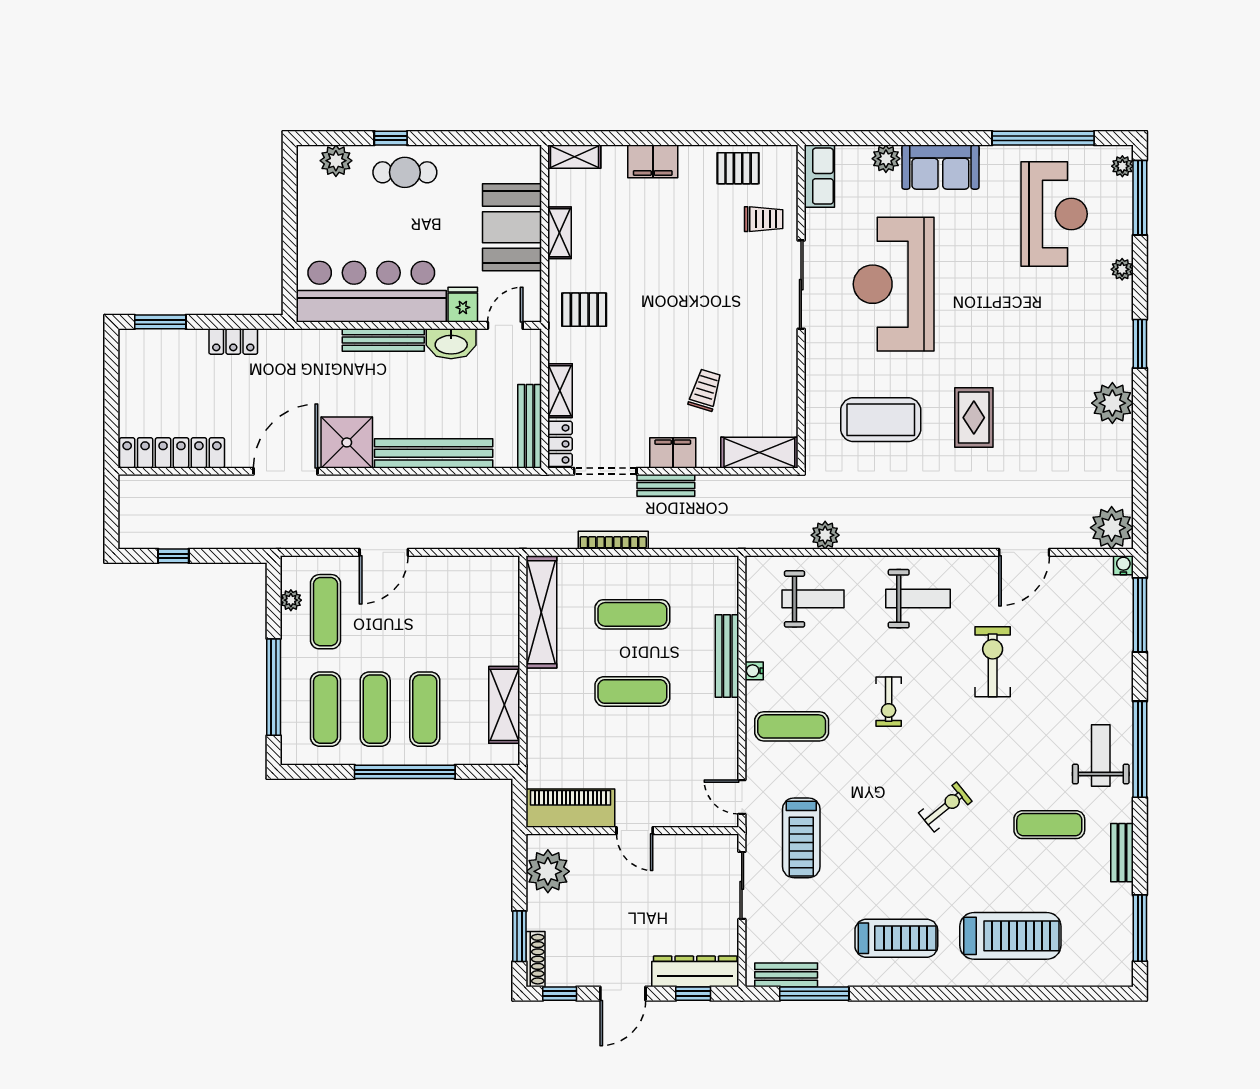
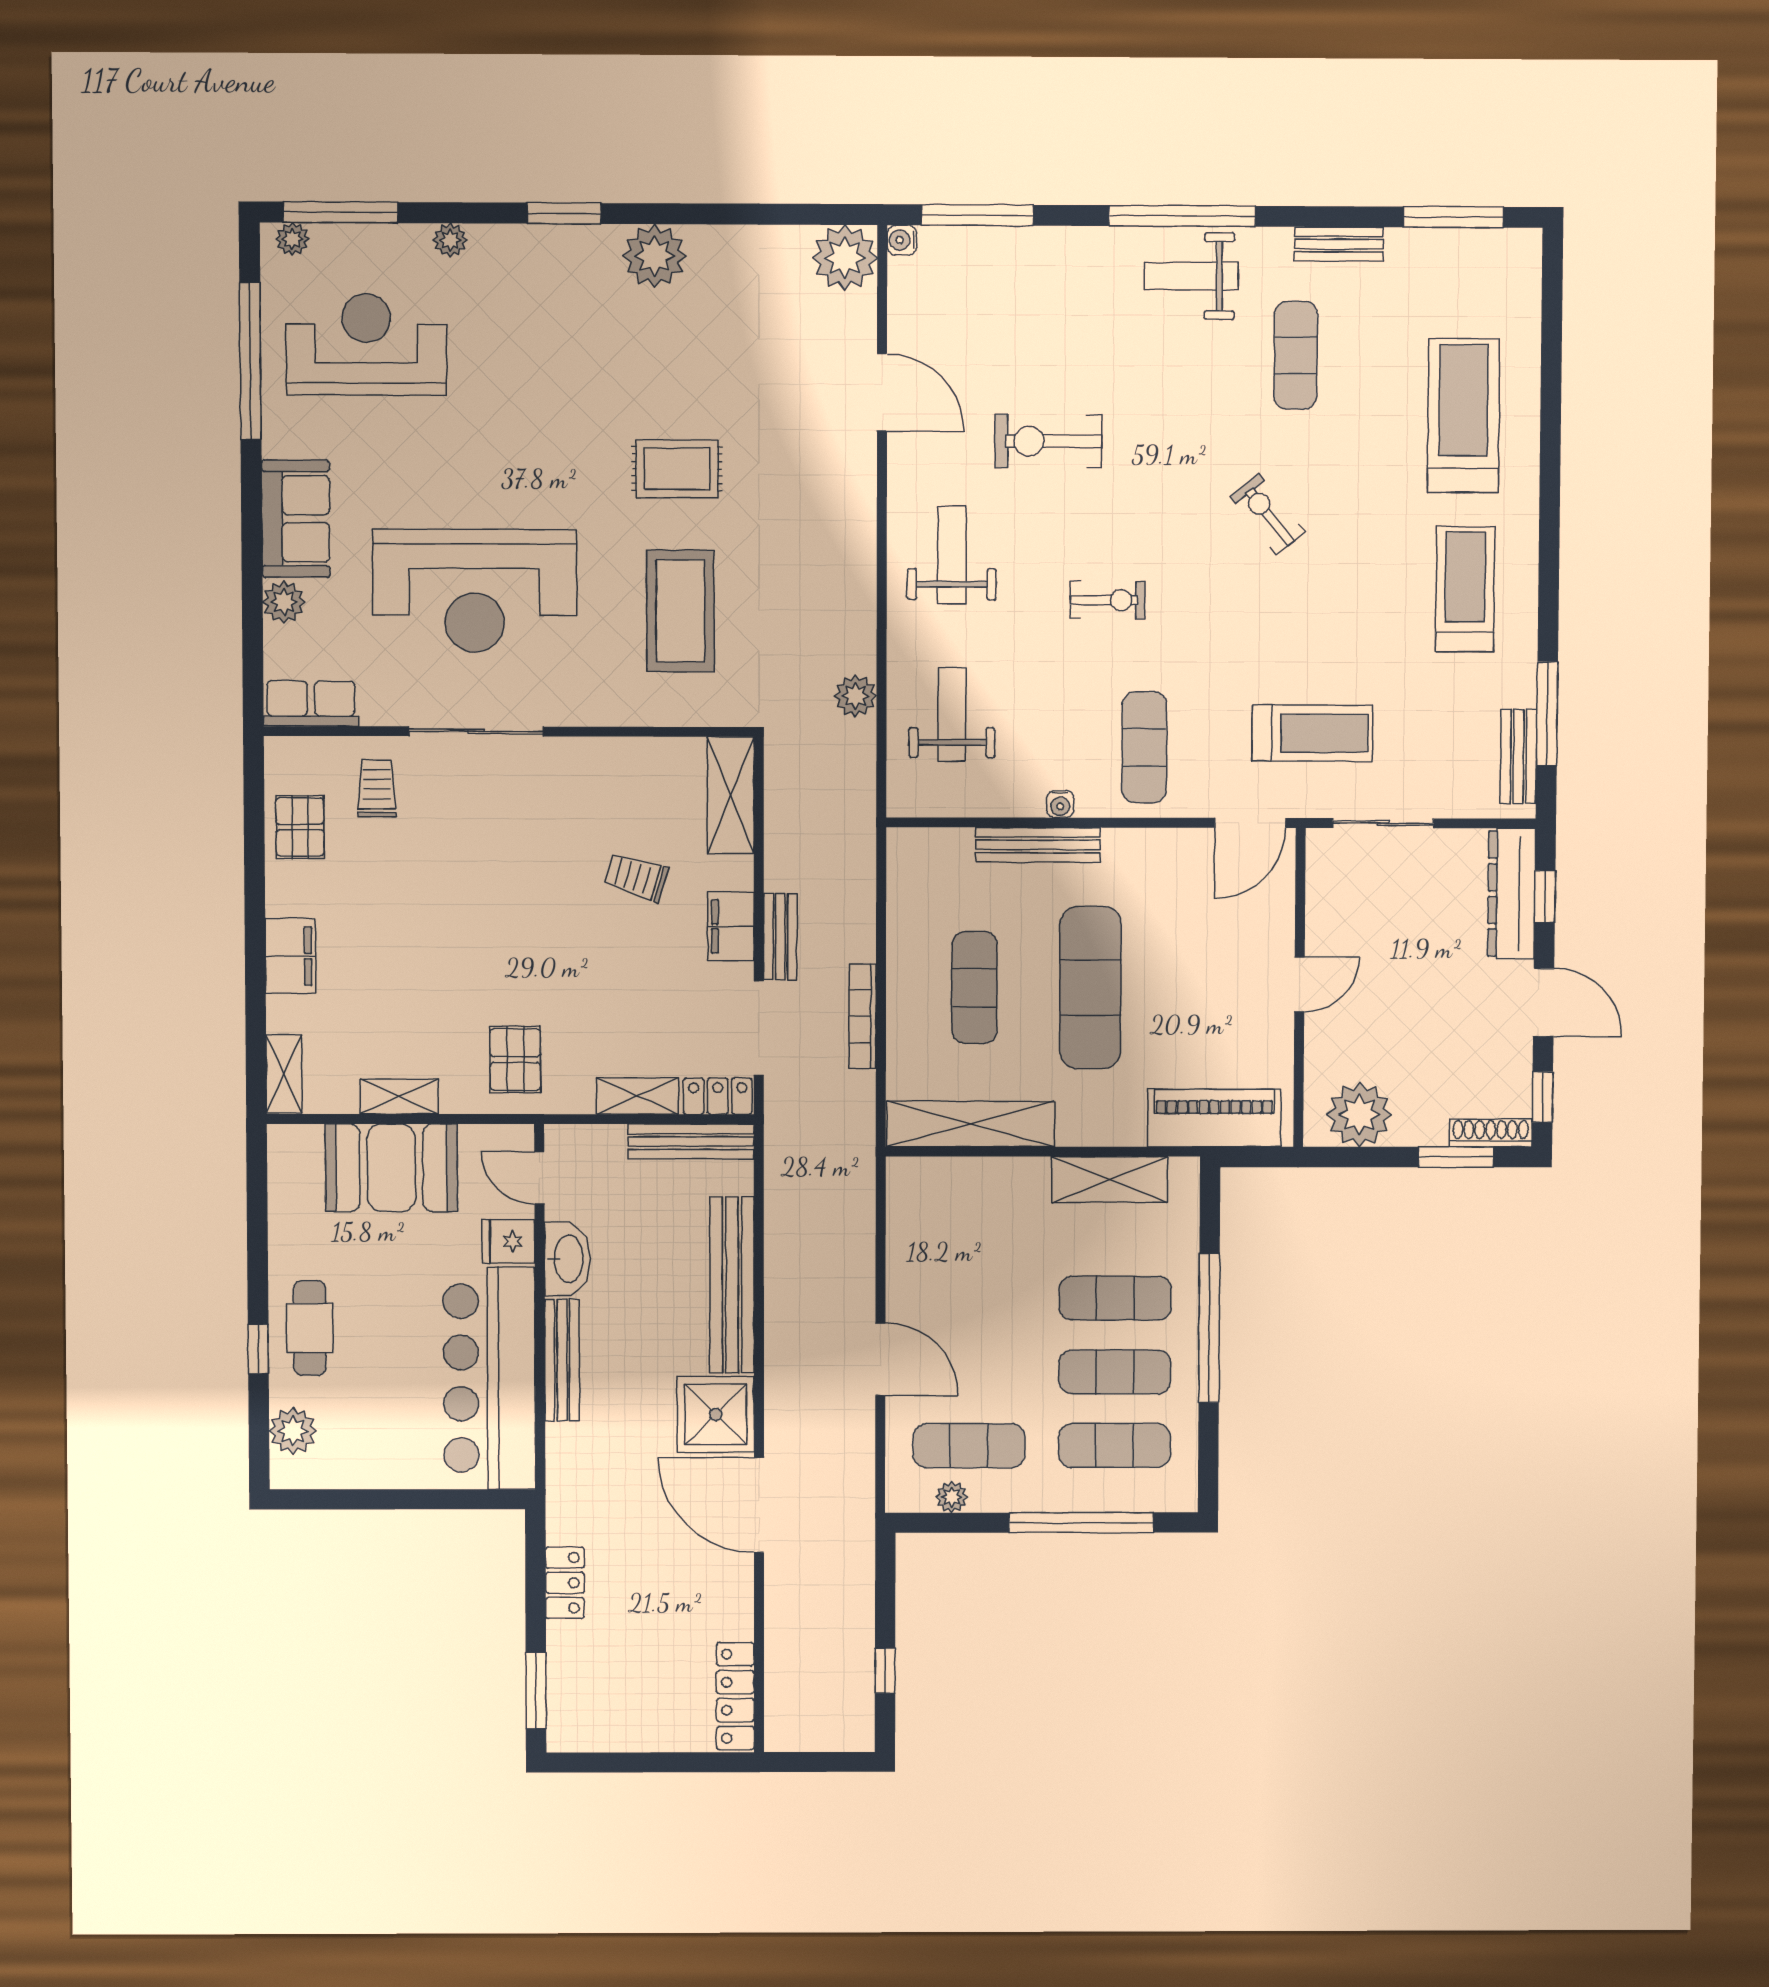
locker: (172, 453) -> (735, 1696), width x0.71, depth x0.83
exercise mat: (632, 691) -> (1090, 988), width x1.36, depth x1.45
door: (742, 797) -> (1250, 823), width x1.37
piano: (570, 808) -> (1214, 1118), moved, turned 90

